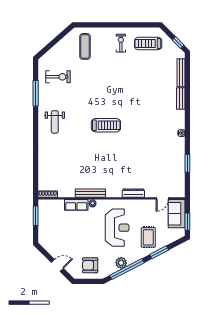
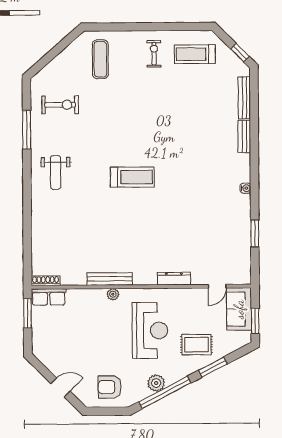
row of seats: (76, 205) -> (49, 297), moved
rug: (148, 237) -> (196, 345), turned 90

